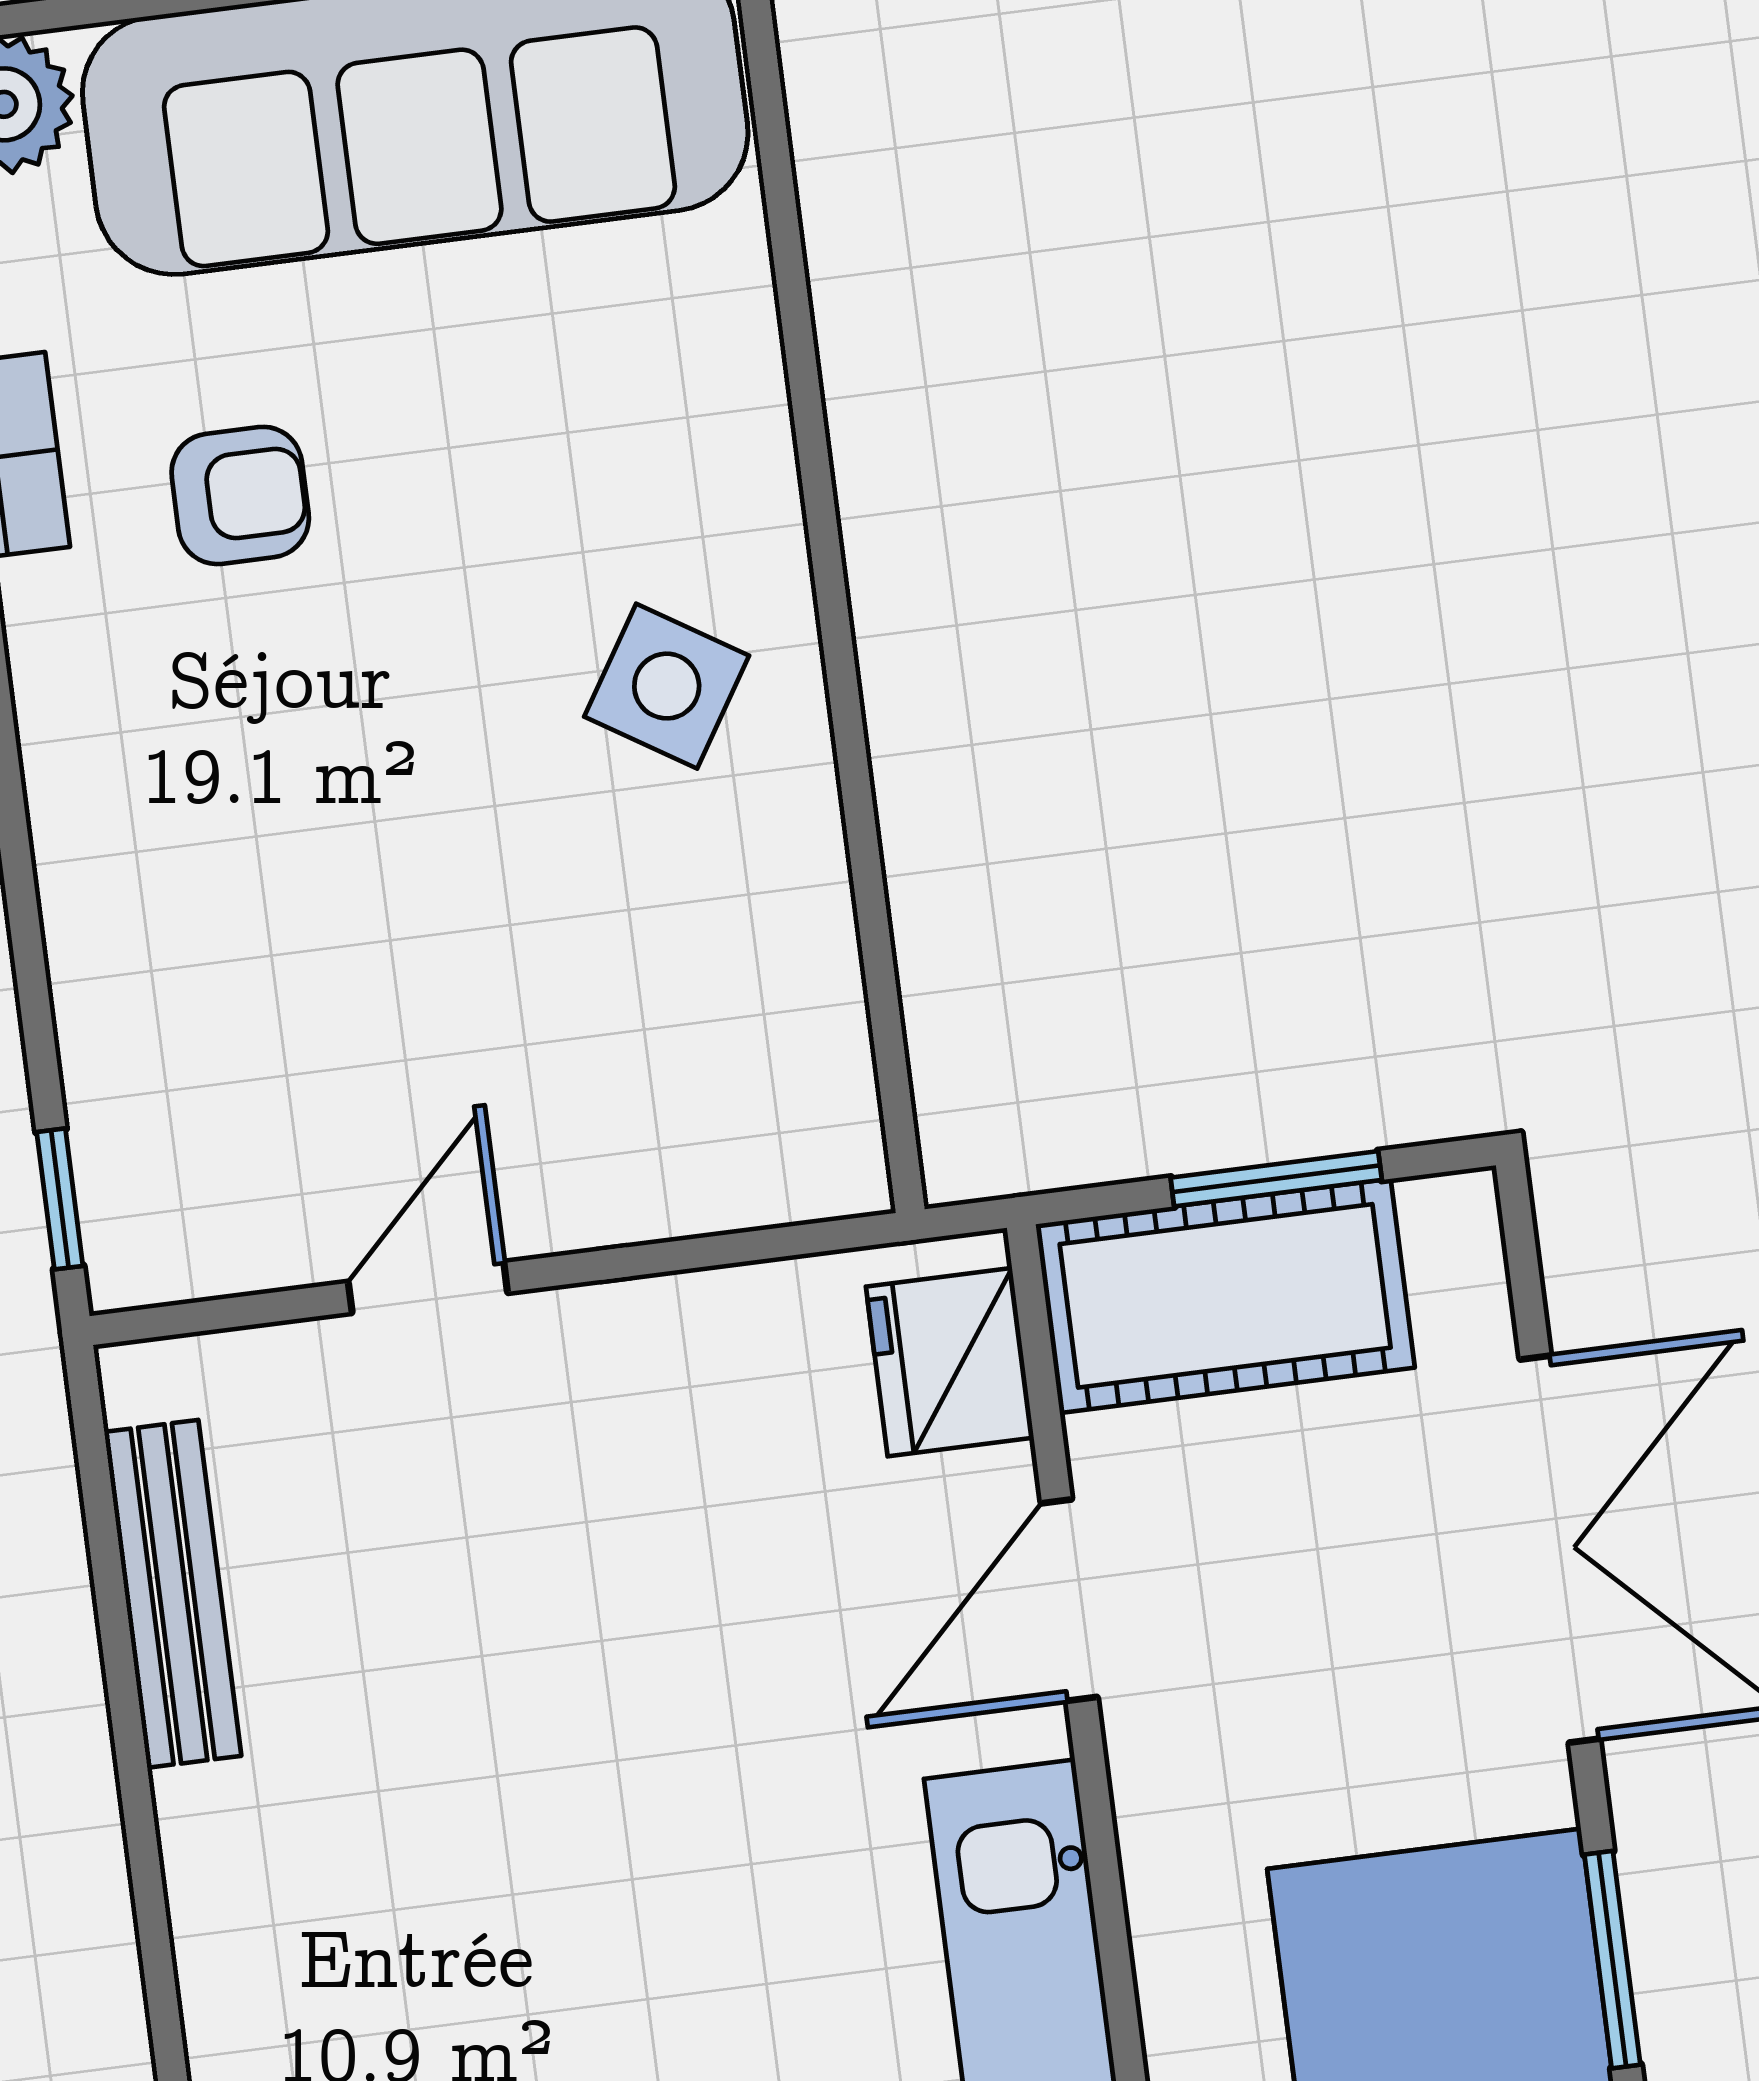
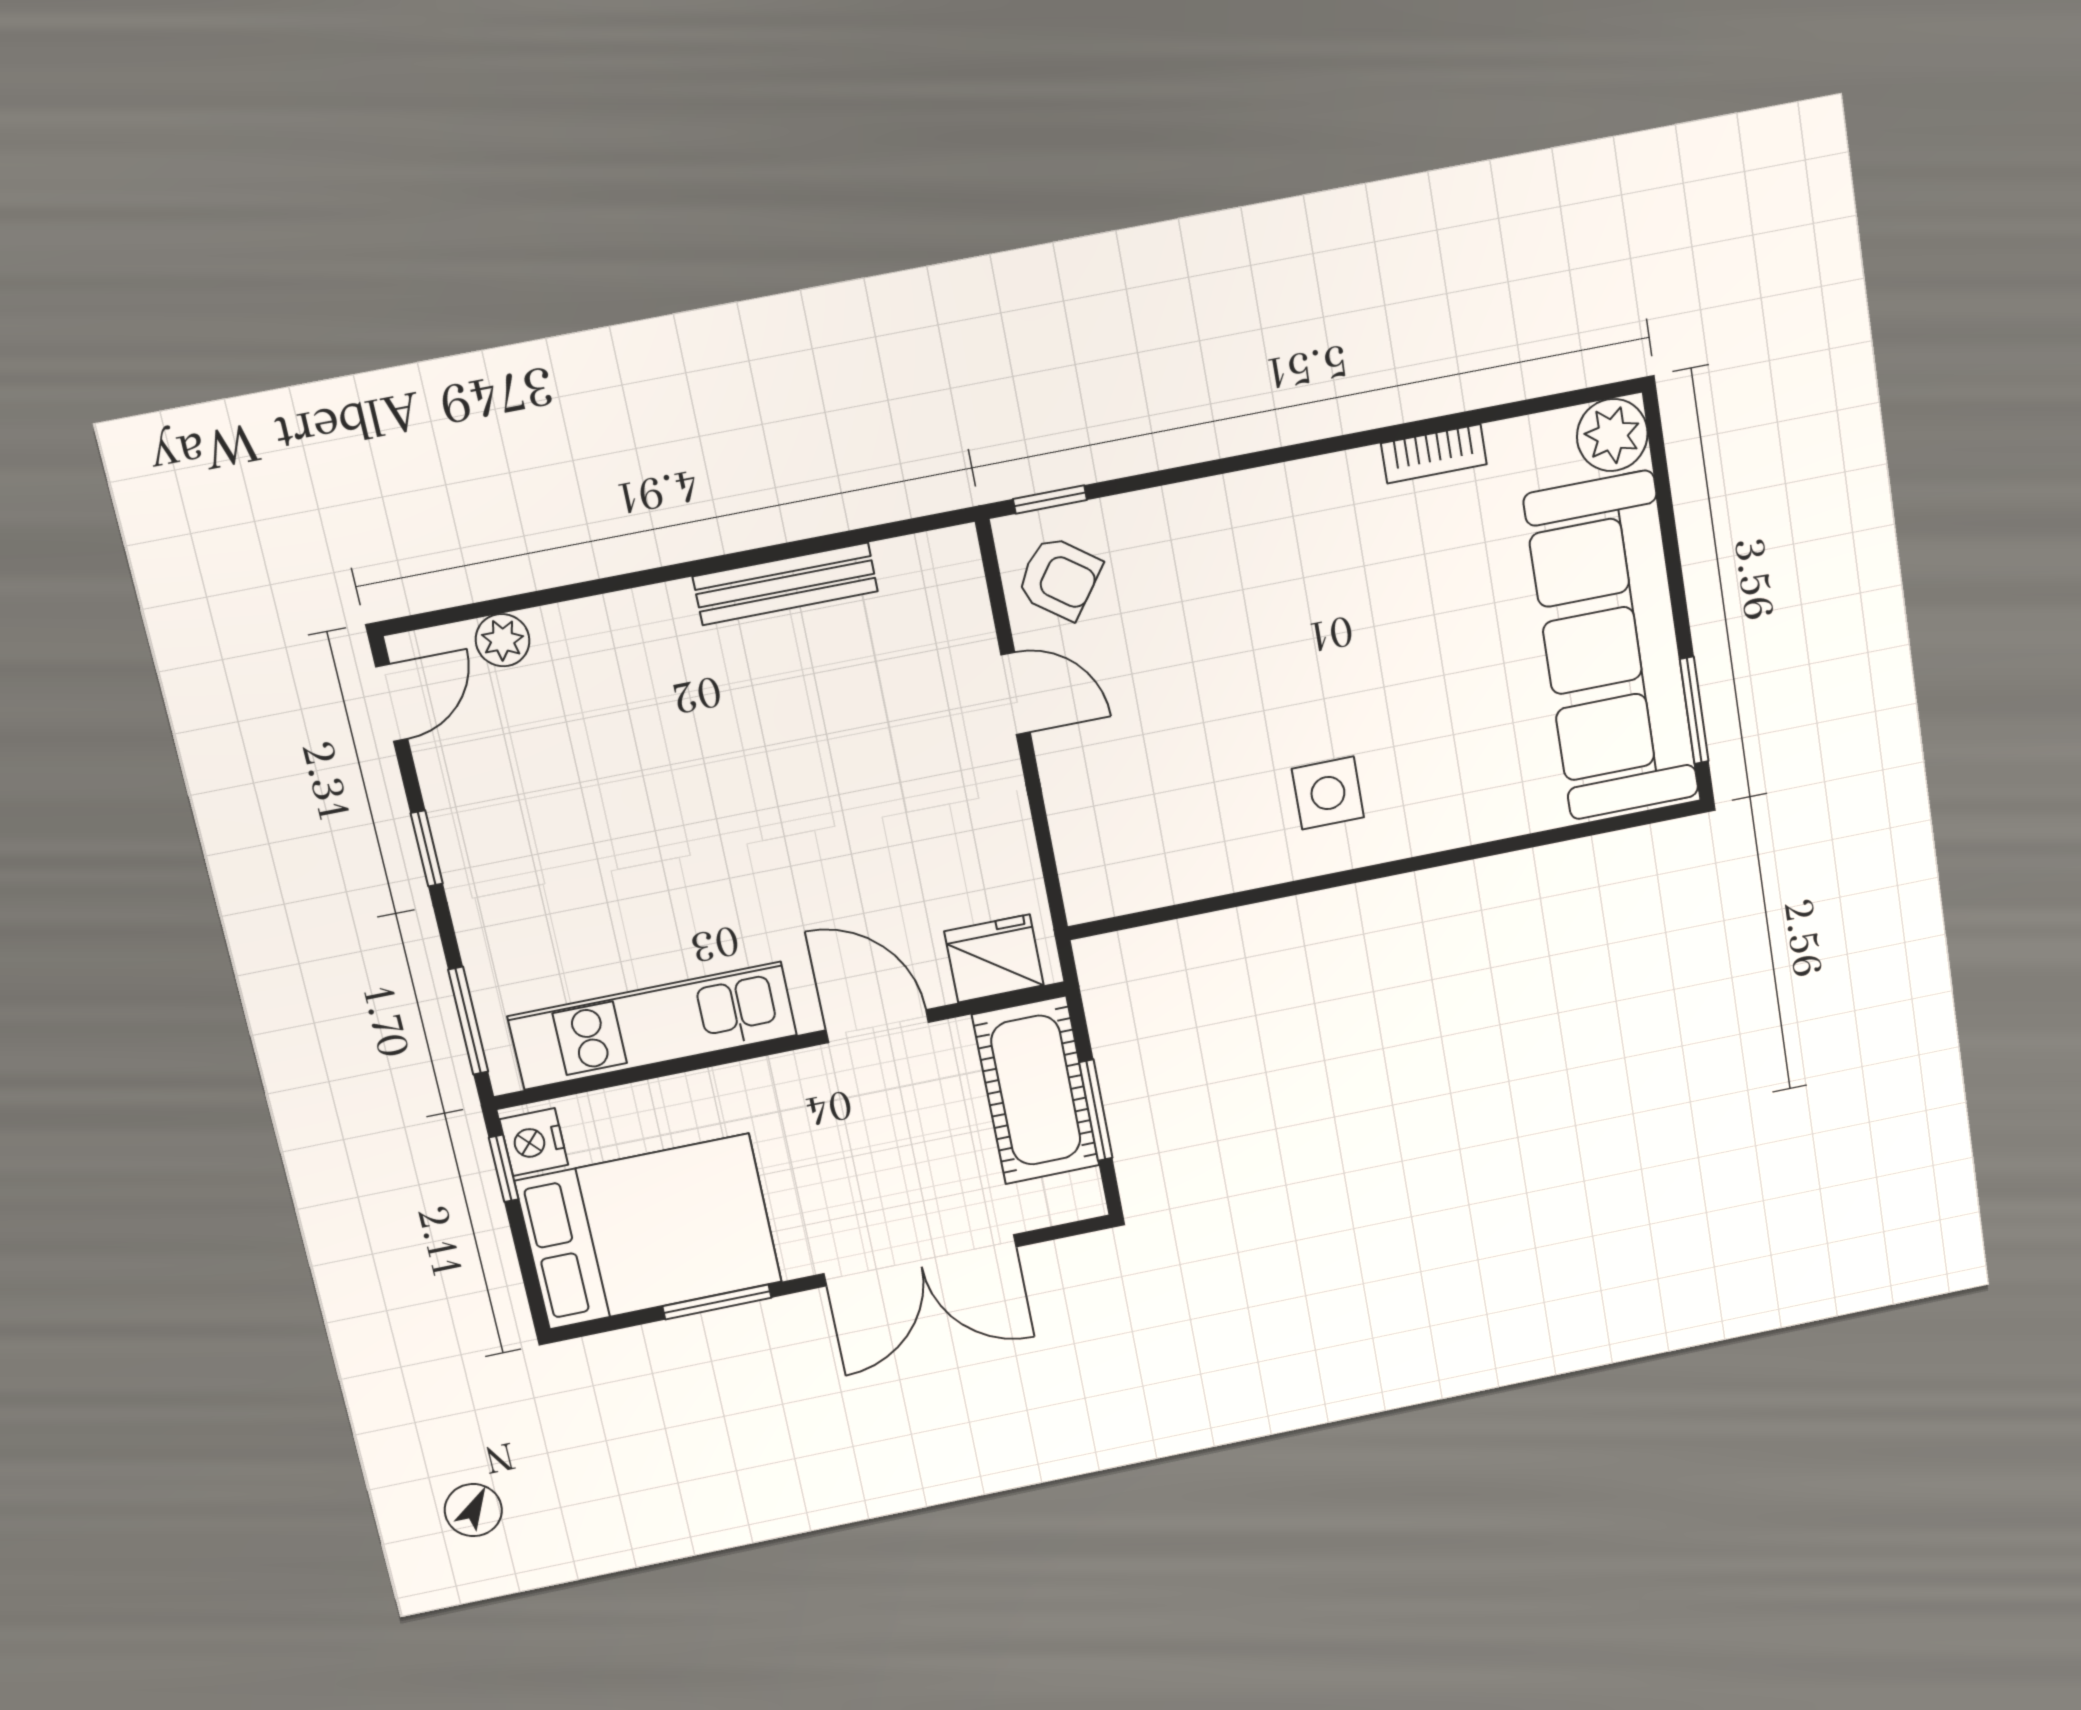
armchair: (240, 495) -> (1059, 578), moved, turned -54
side table: (667, 686) -> (1328, 793), turned -32
bench: (173, 1594) -> (785, 584), moved

